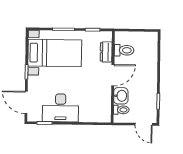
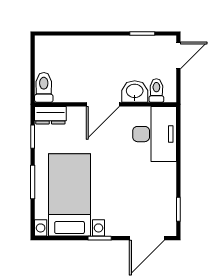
toilet: (124, 50) -> (44, 87), moved
dresser: (106, 52) -> (50, 115), moved
door: (113, 75) -> (103, 104), swing flipped
desk: (61, 108) -> (155, 134), moved

